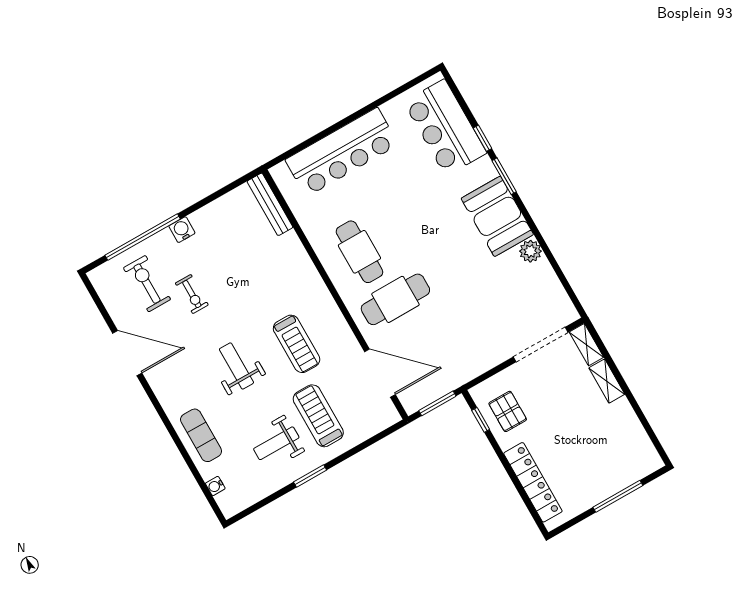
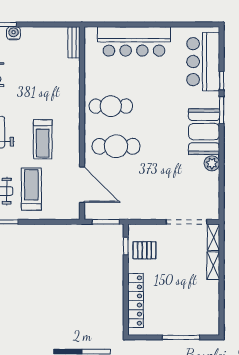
bench: (270, 204) -> (74, 42), width x0.73
cafe table: (359, 252) -> (111, 106), turned 90
pallet: (508, 411) -> (144, 250), turned 90

